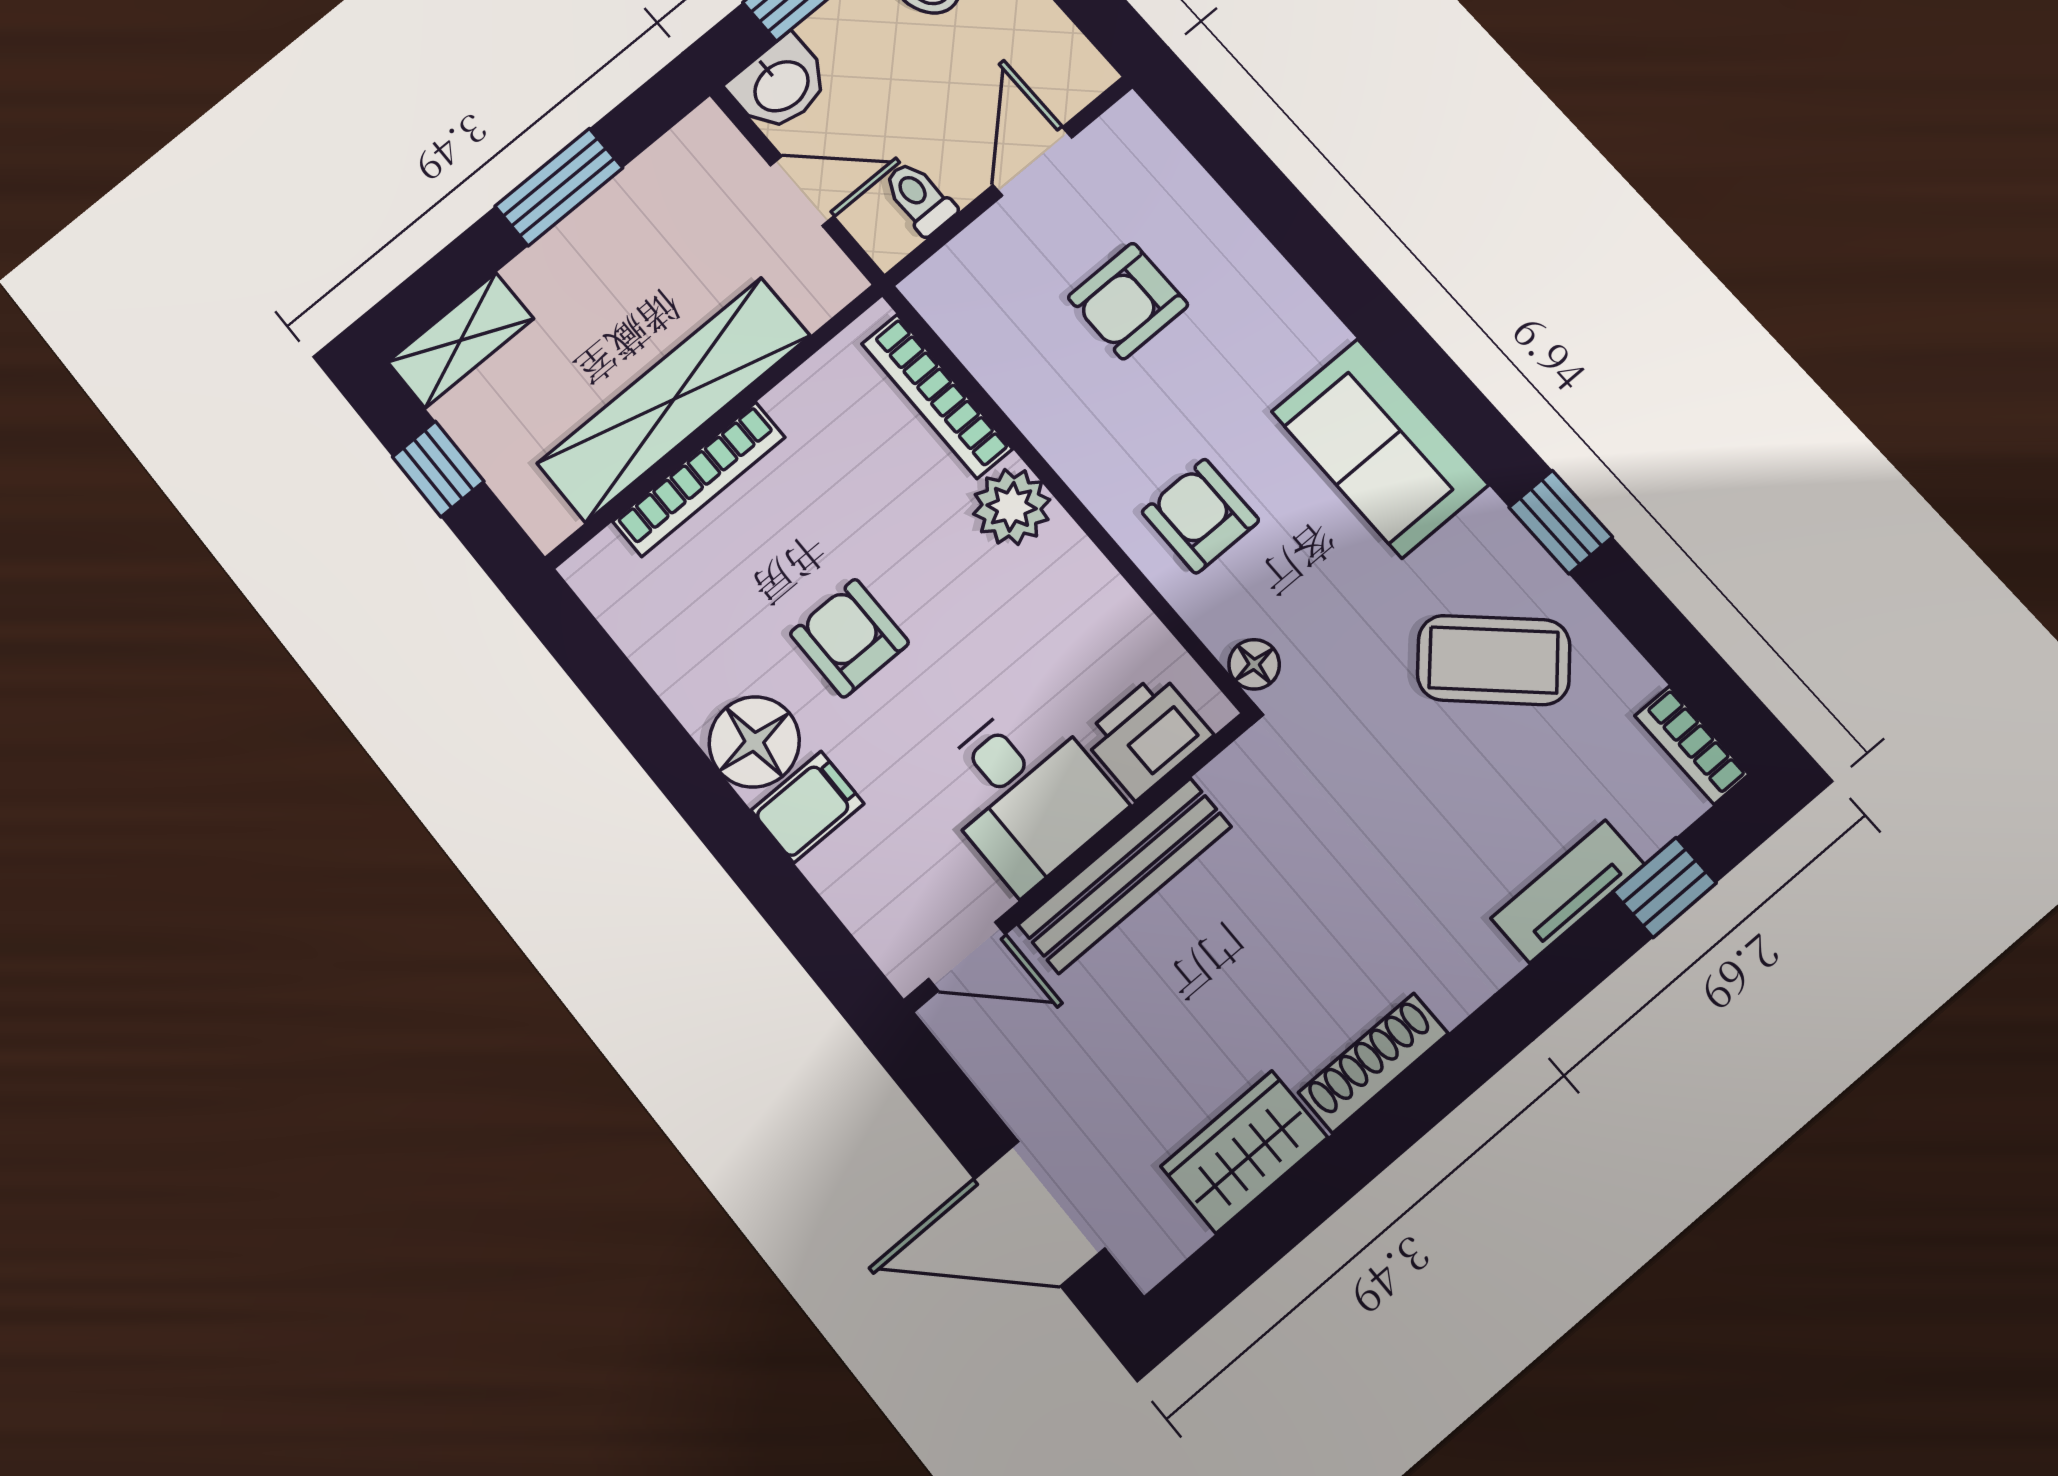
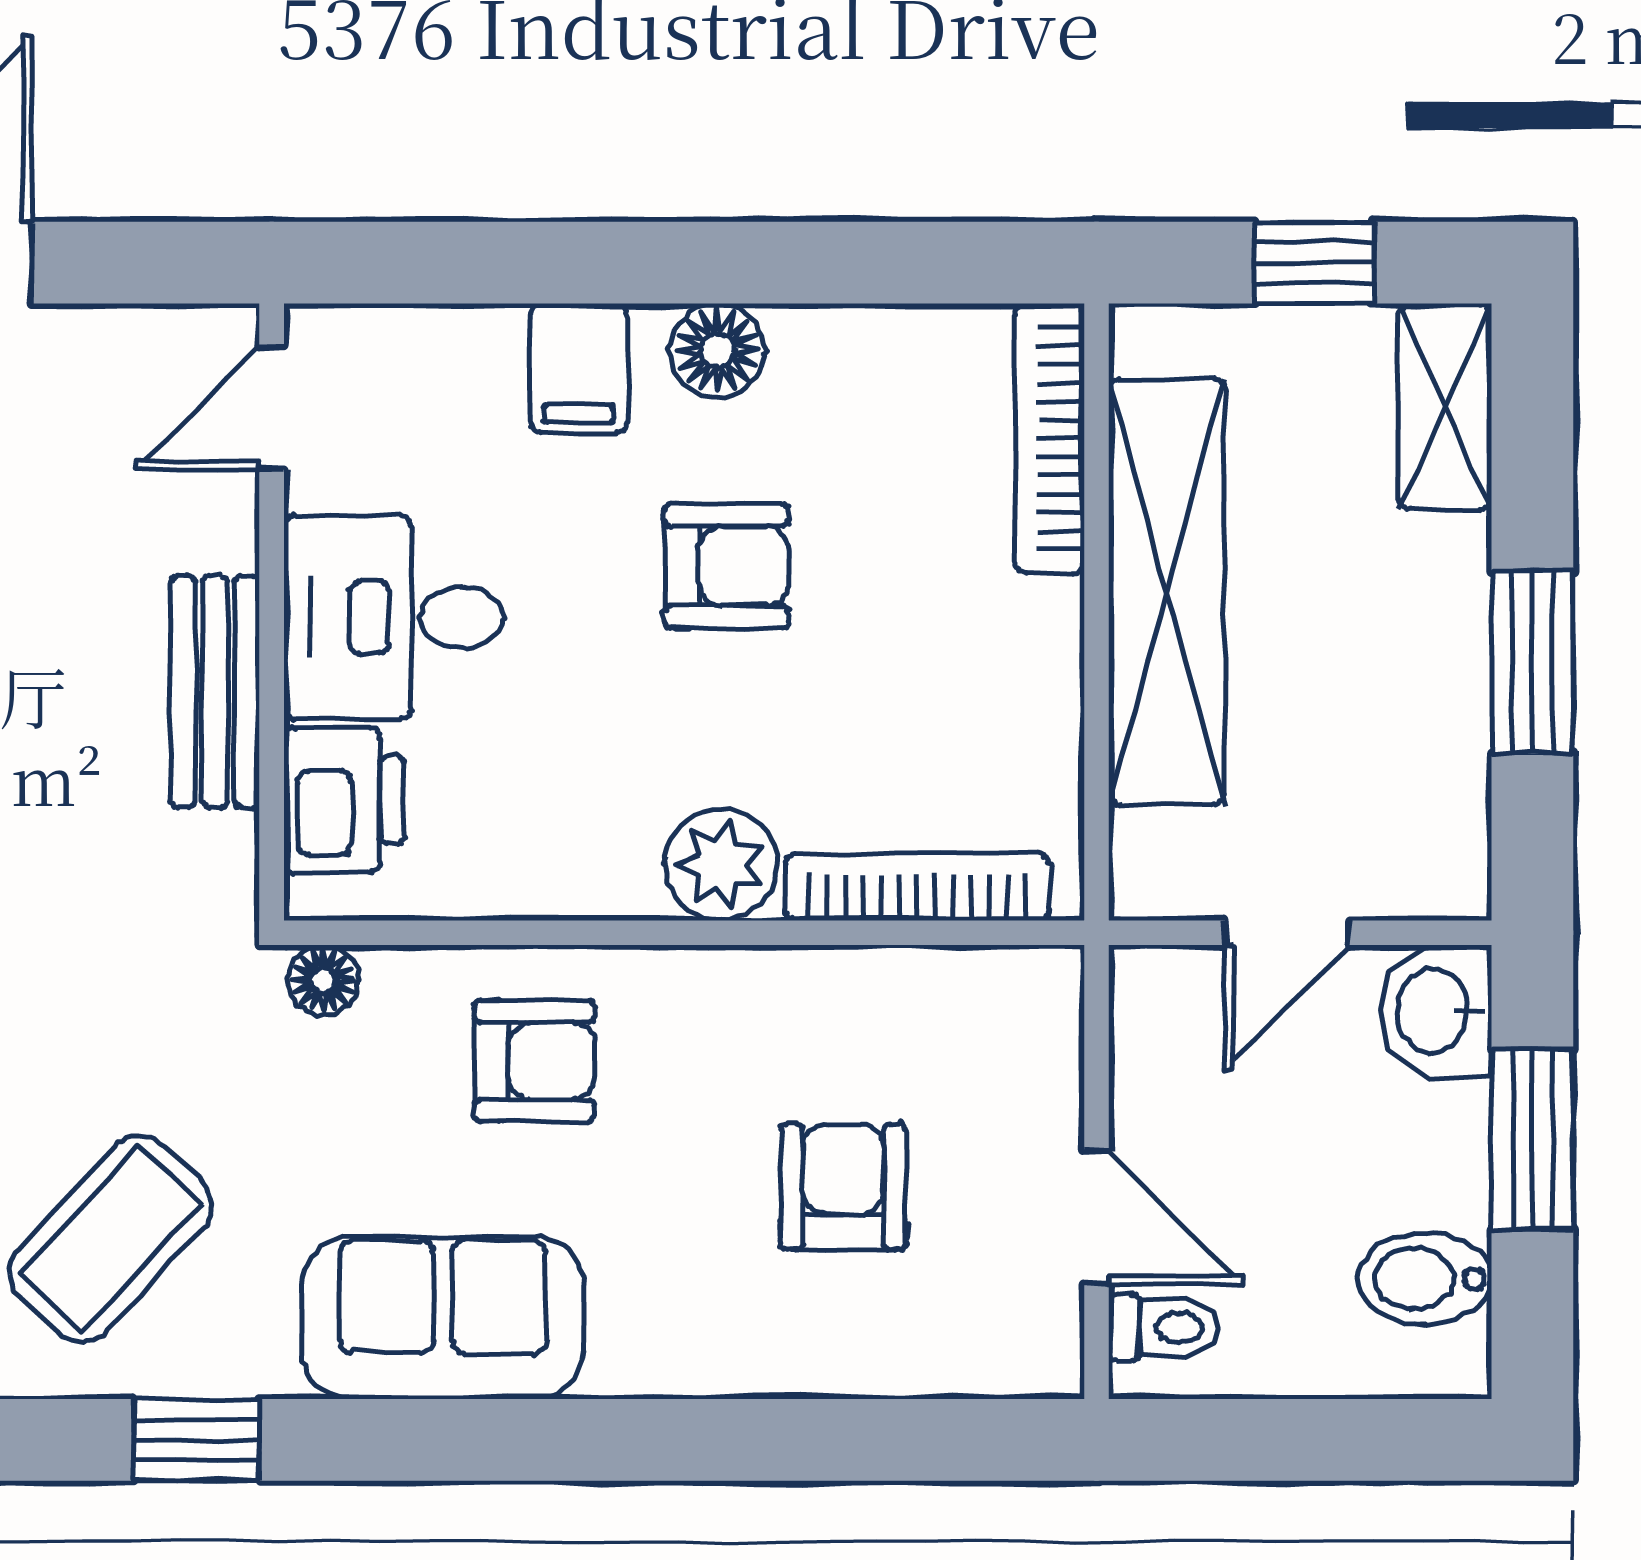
toilet: (919, 198) -> (1164, 1328), moved
bookcase: (699, 479) -> (1050, 438), moved
floor lamp: (754, 742) -> (718, 350), width x0.73, depth x0.73
bench: (1125, 876) -> (215, 692), width x0.73

